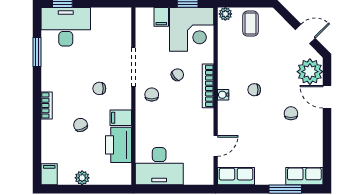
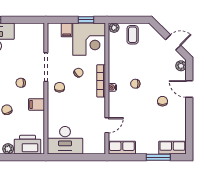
plant: (310, 72) -> (181, 66), width x0.53, depth x0.53
printer: (118, 145) -> (28, 145), moved, turned 90

